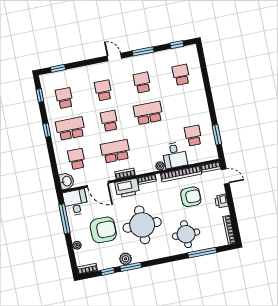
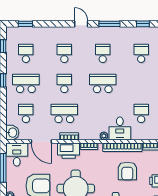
armchair: (191, 197) -> (127, 171), turned 90

